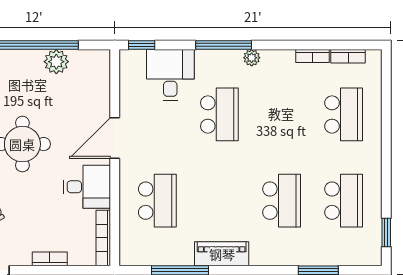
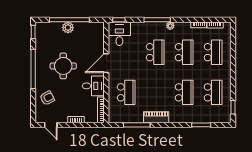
plant: (56, 62) -> (68, 28), moved
desk: (170, 75) -> (119, 34), moved
school desk: (282, 114) -> (184, 52), added

